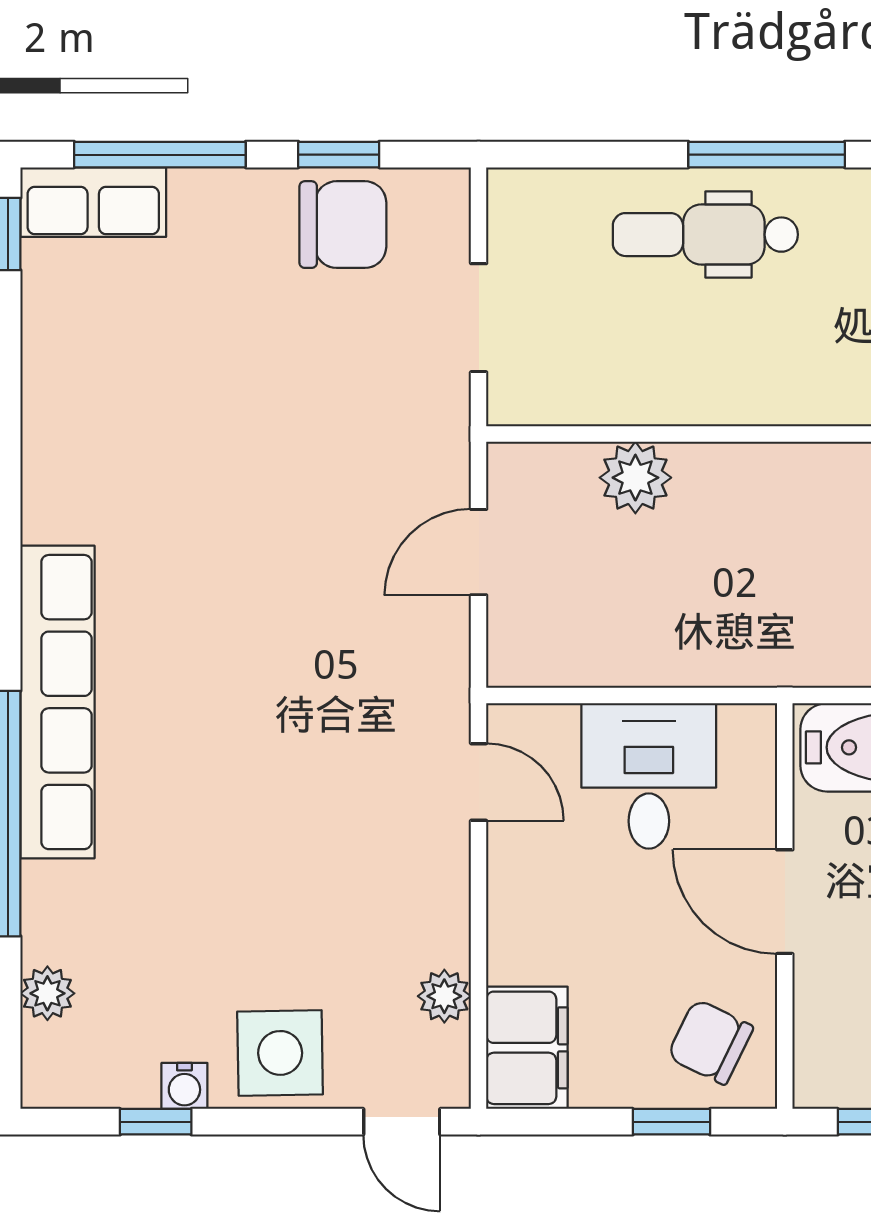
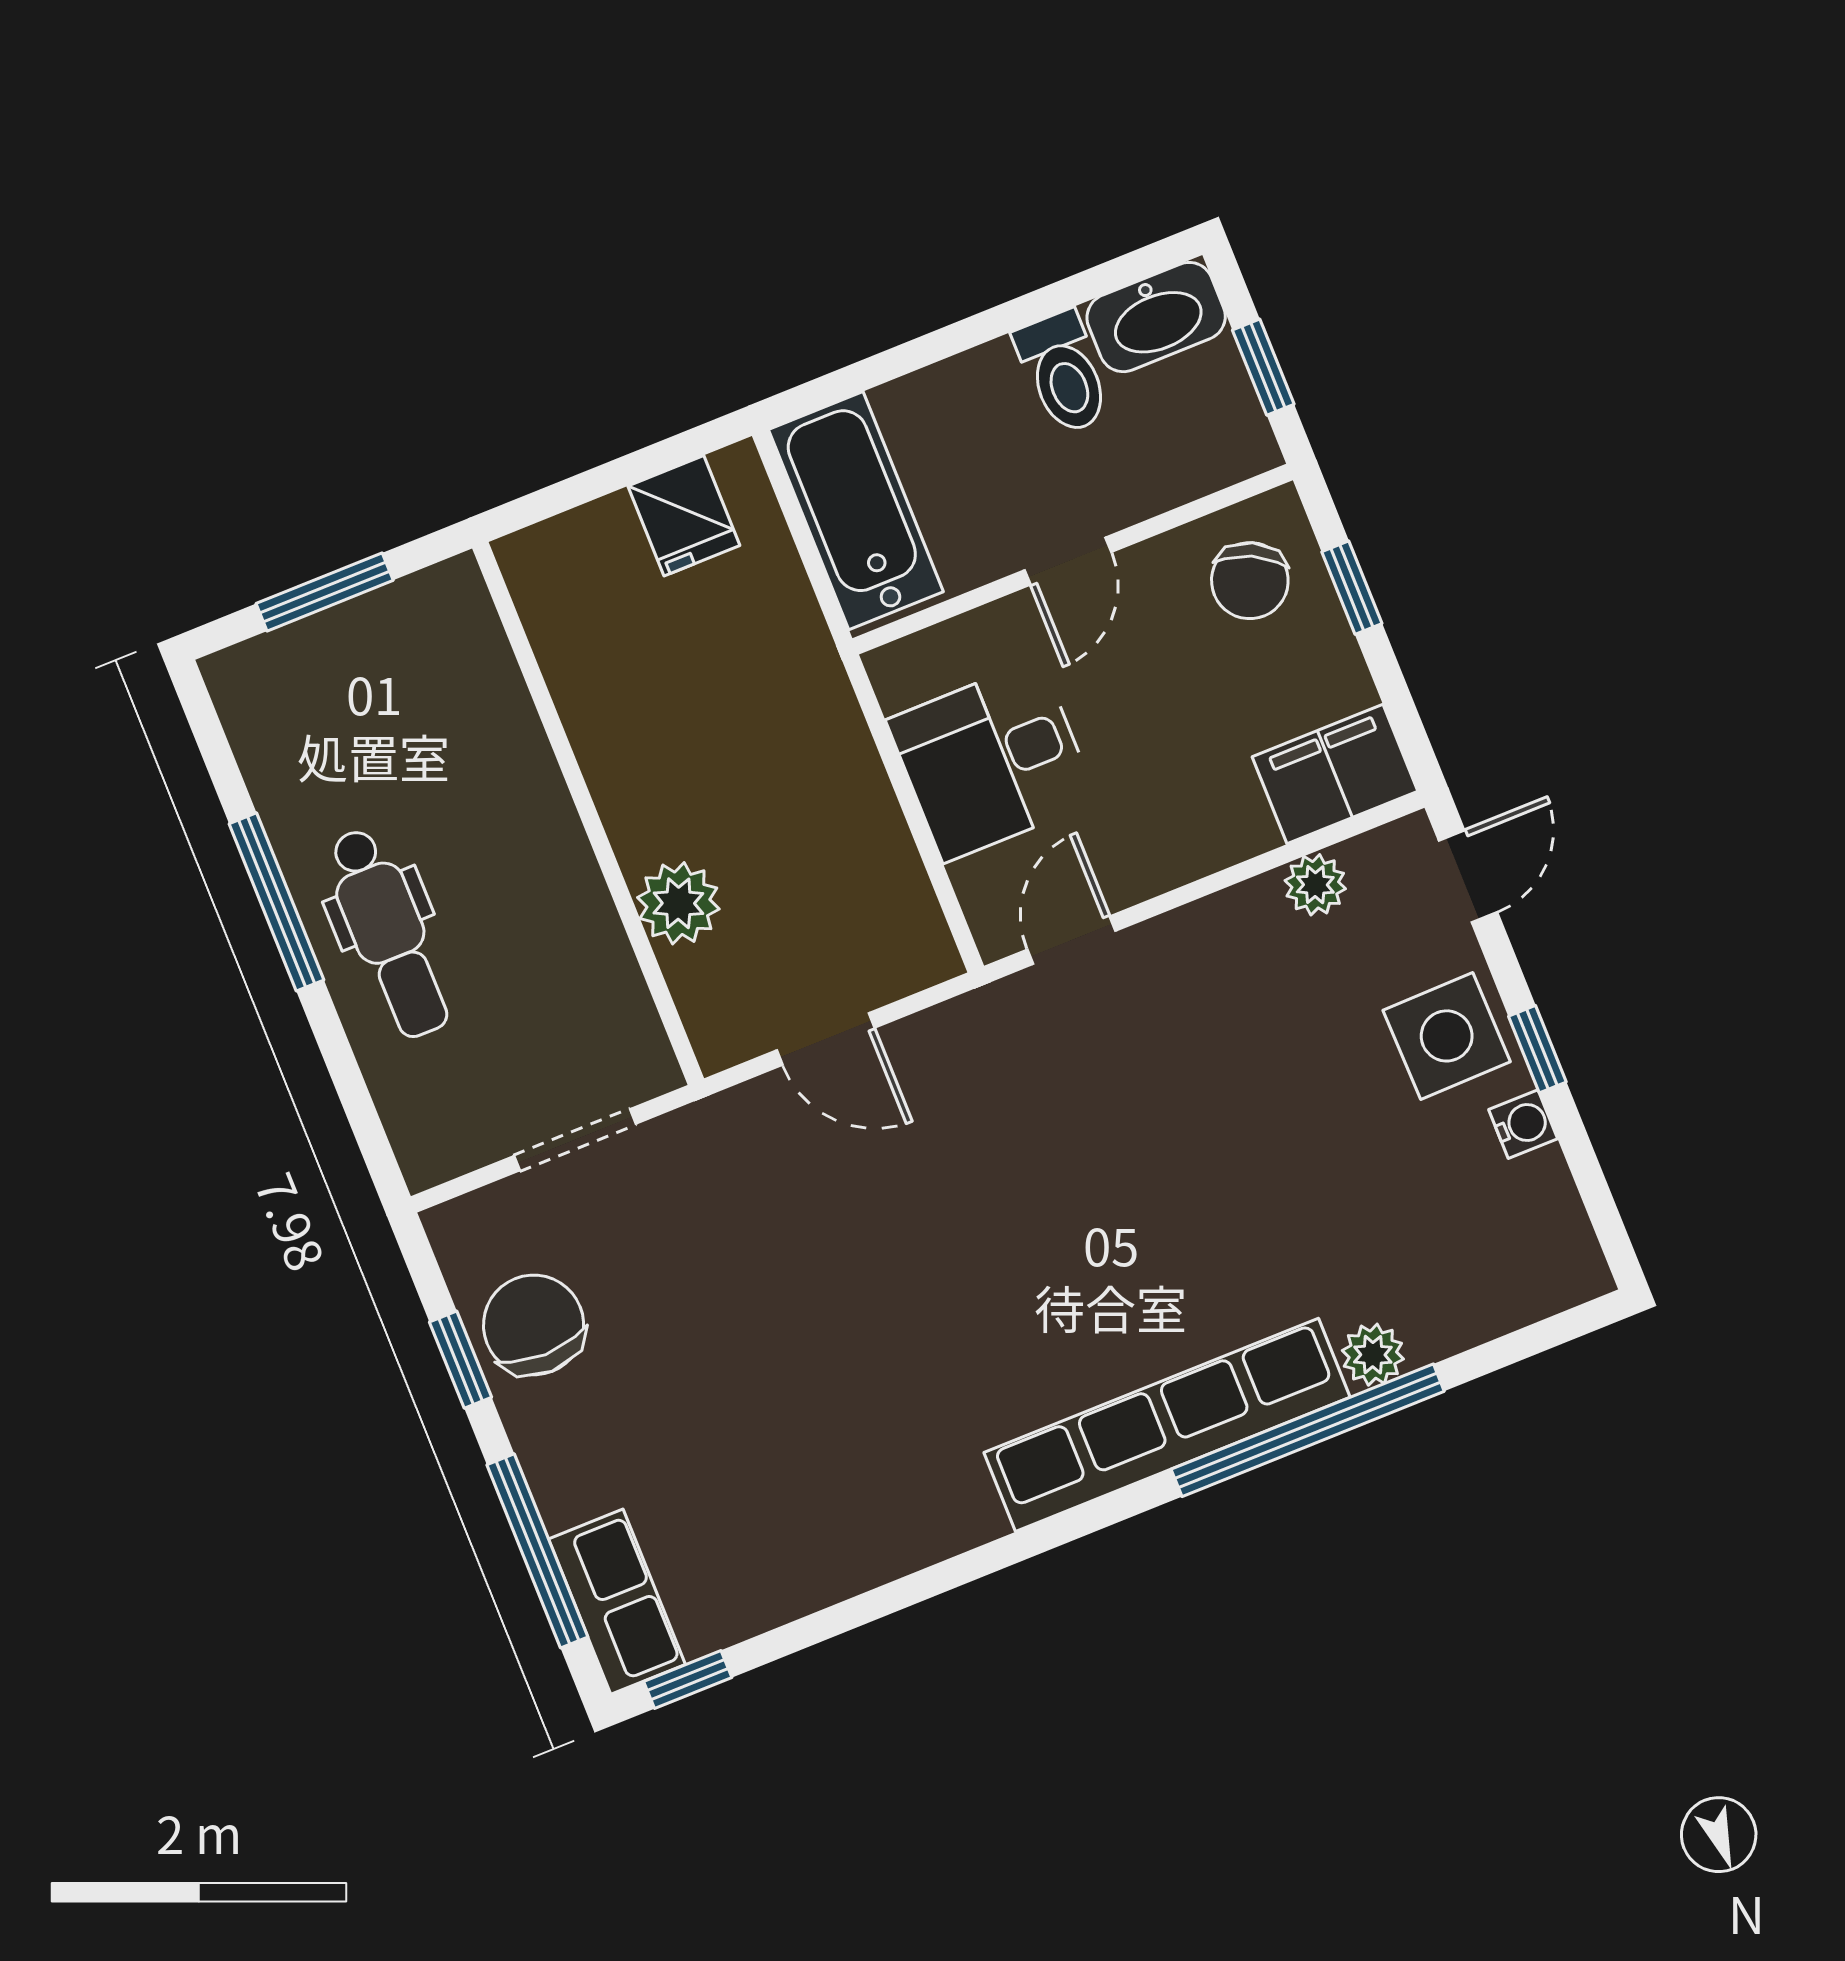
door: (785, 902) -> (1068, 561), width x0.73
plant: (47, 993) -> (1373, 1355), moved
window: (156, 1122) -> (1537, 1049), moved

